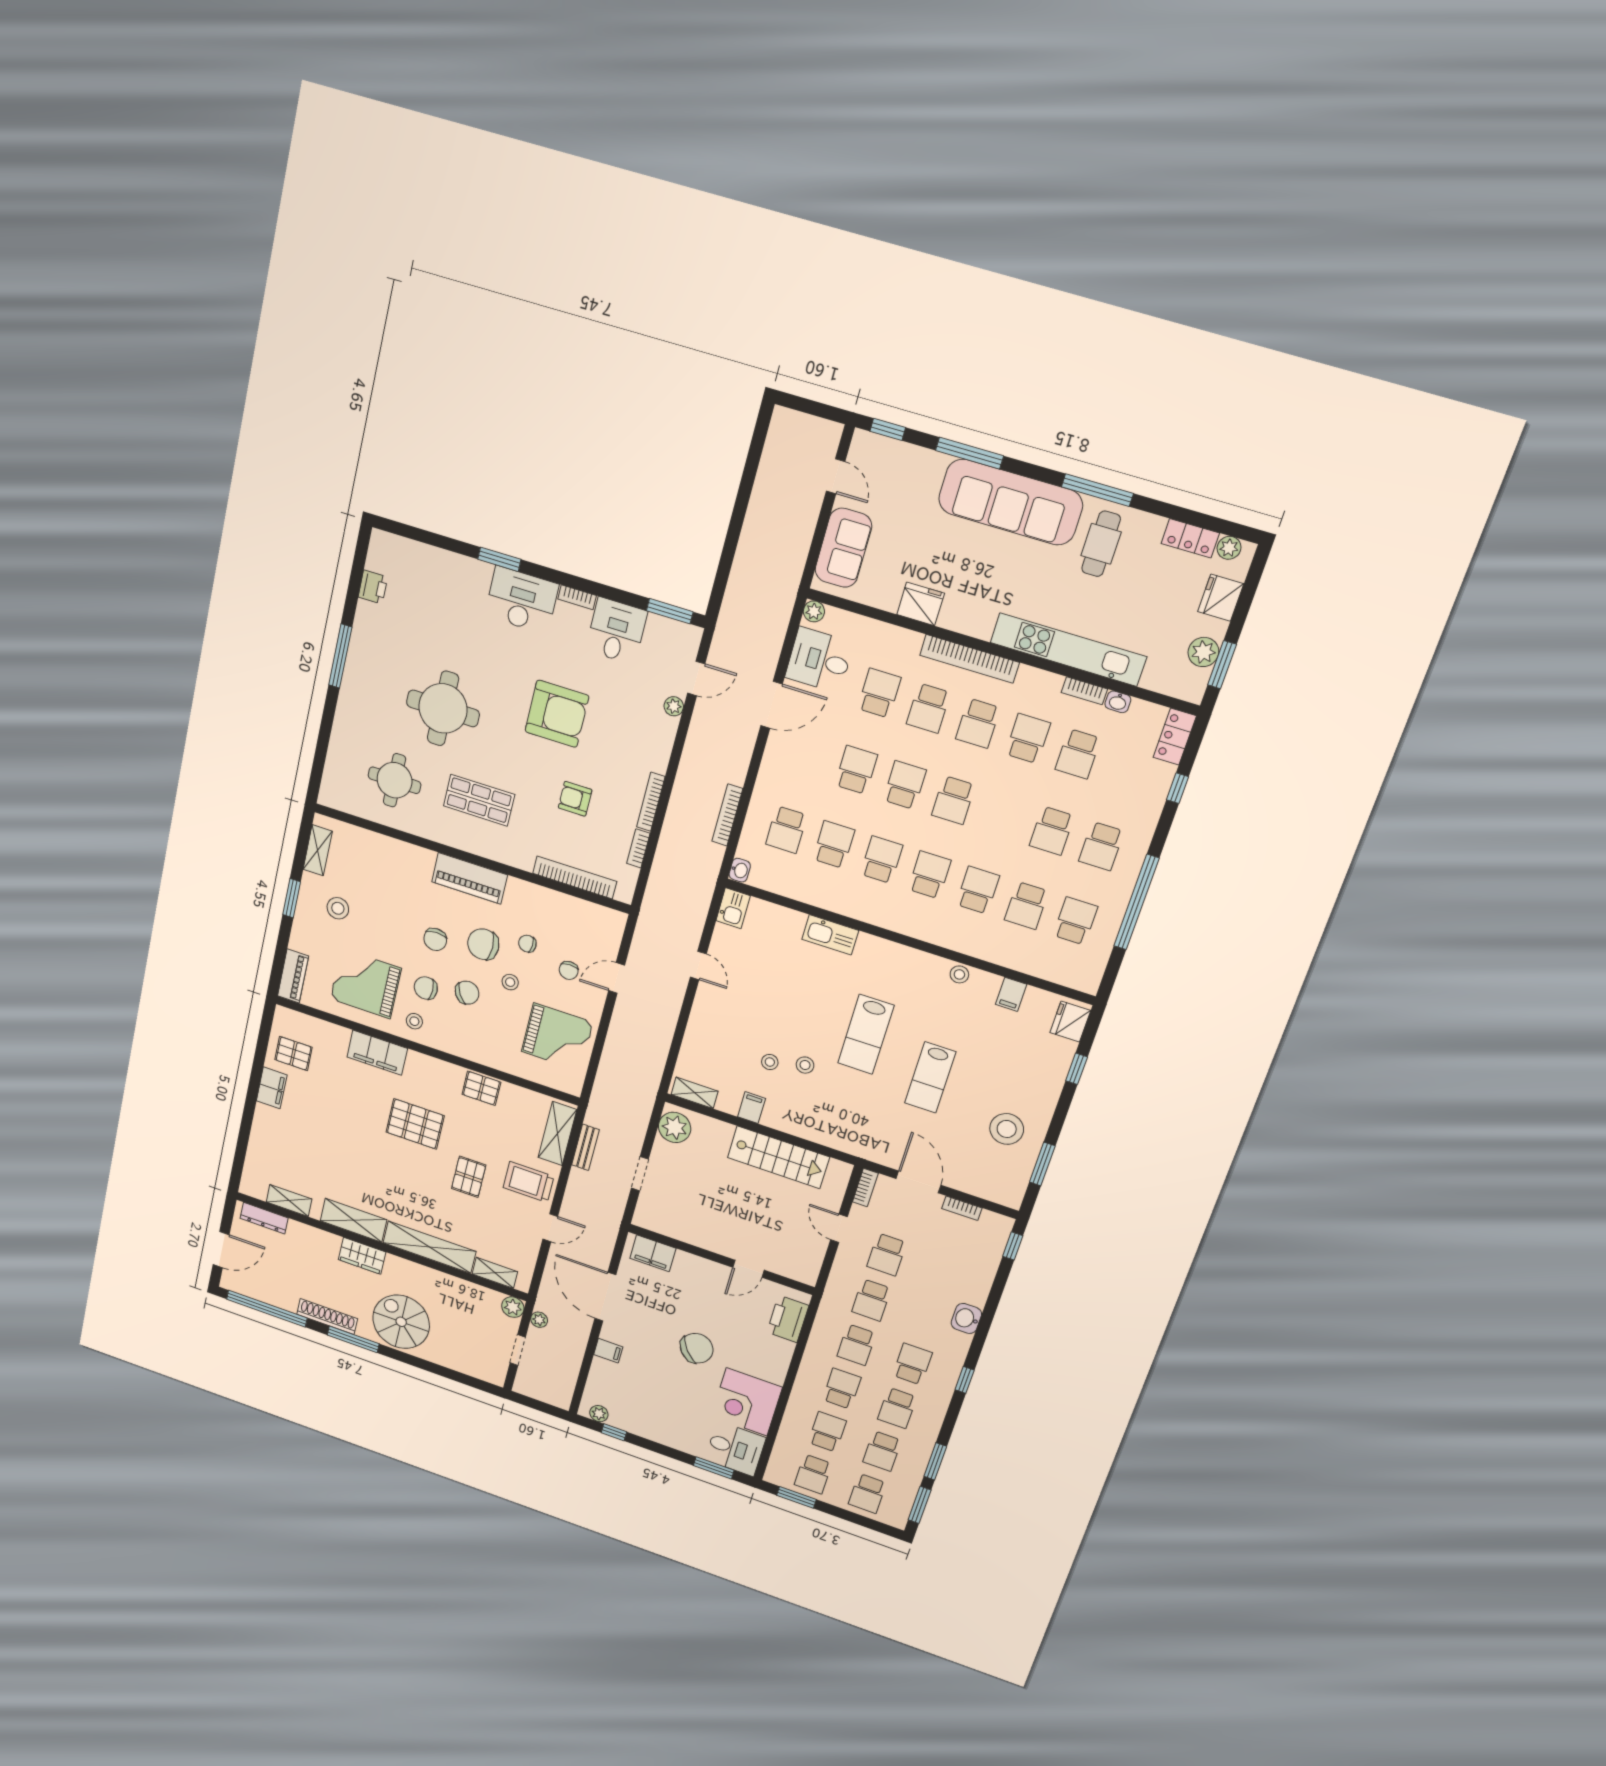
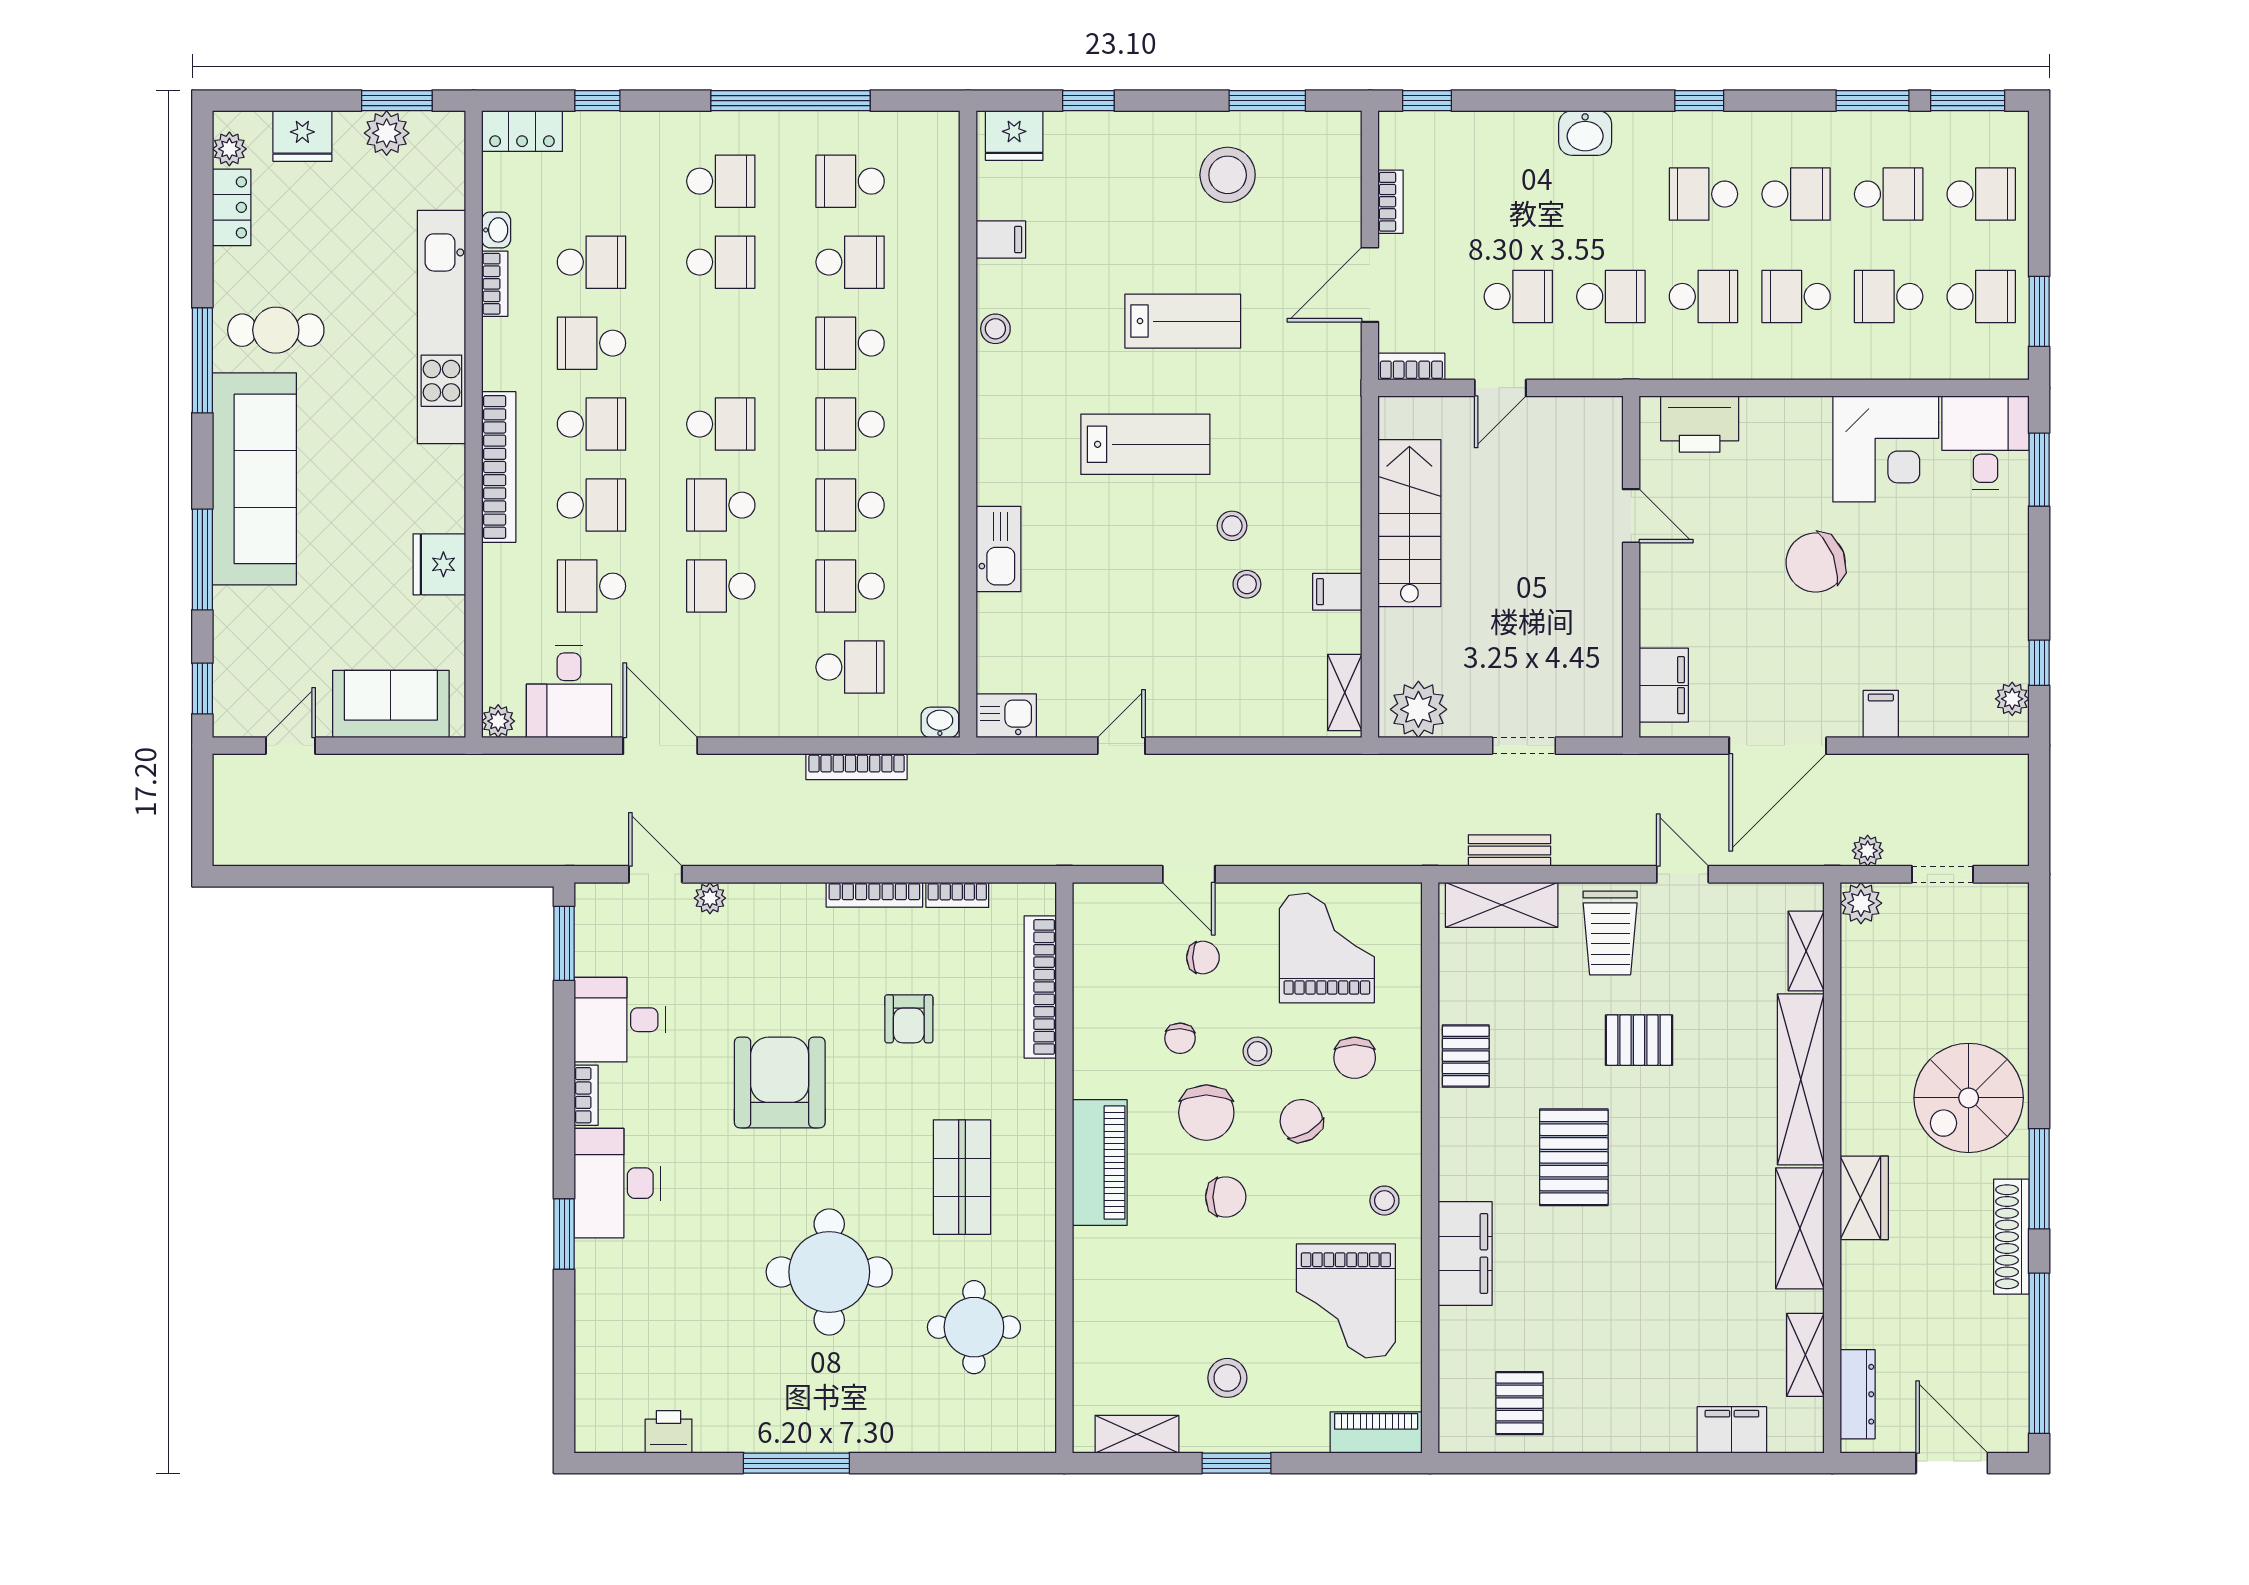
chair: (426, 988) -> (1355, 1058), moved
filing cabinet: (272, 1088) -> (1732, 1430), moved
chair: (697, 1348) -> (1816, 563), turned -74

